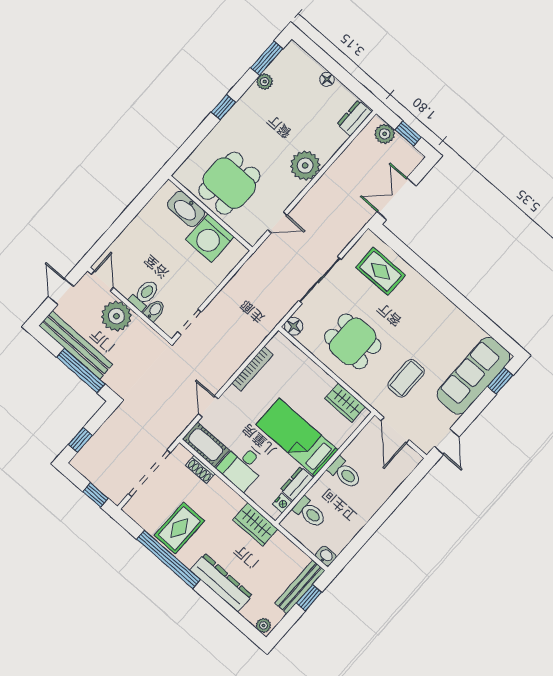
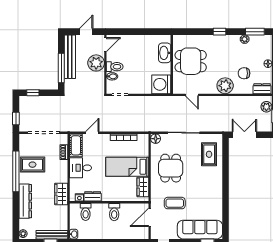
chair: (311, 124) -> (244, 73), added
washing machine: (210, 238) -> (161, 84), moved
bed: (297, 437) -> (127, 167), moved, turned -90

